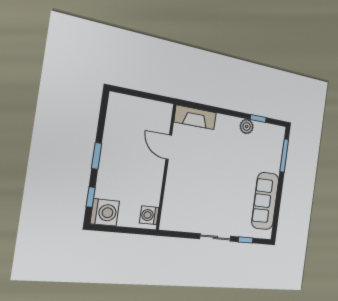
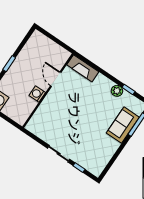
sofa: (265, 201) -> (123, 125), moved, width x0.73
washing machine: (149, 215) -> (37, 94), moved

